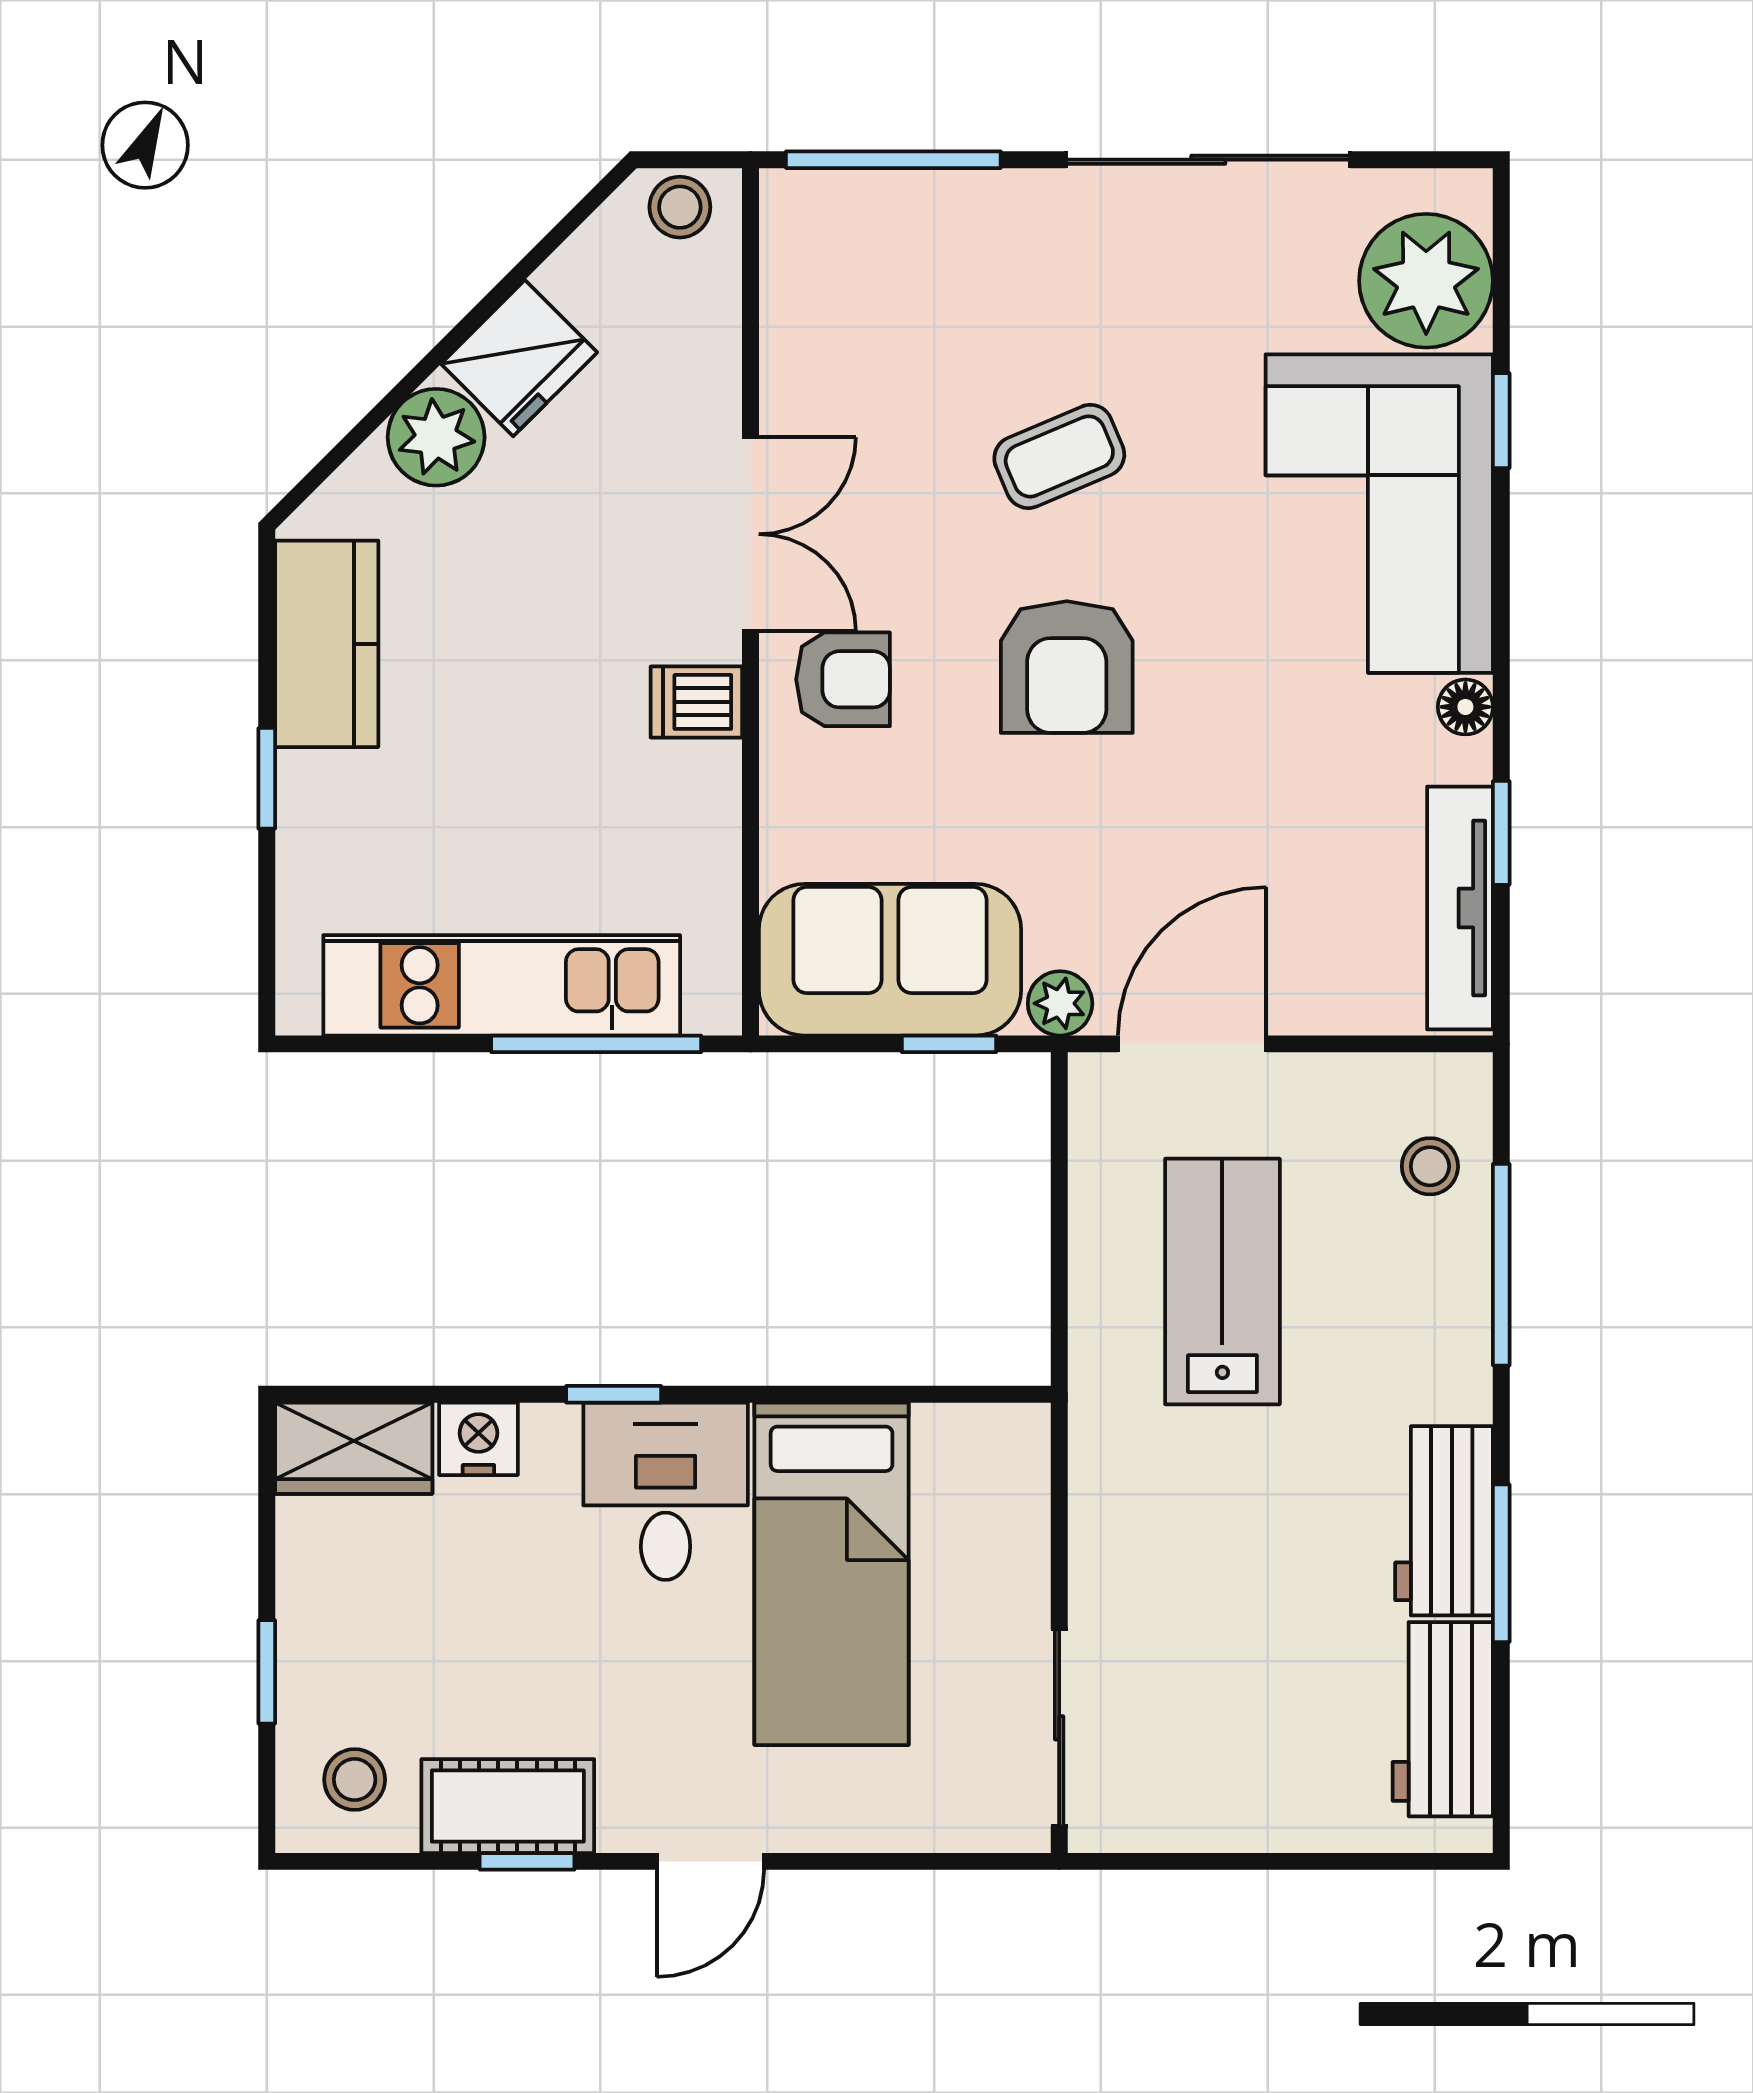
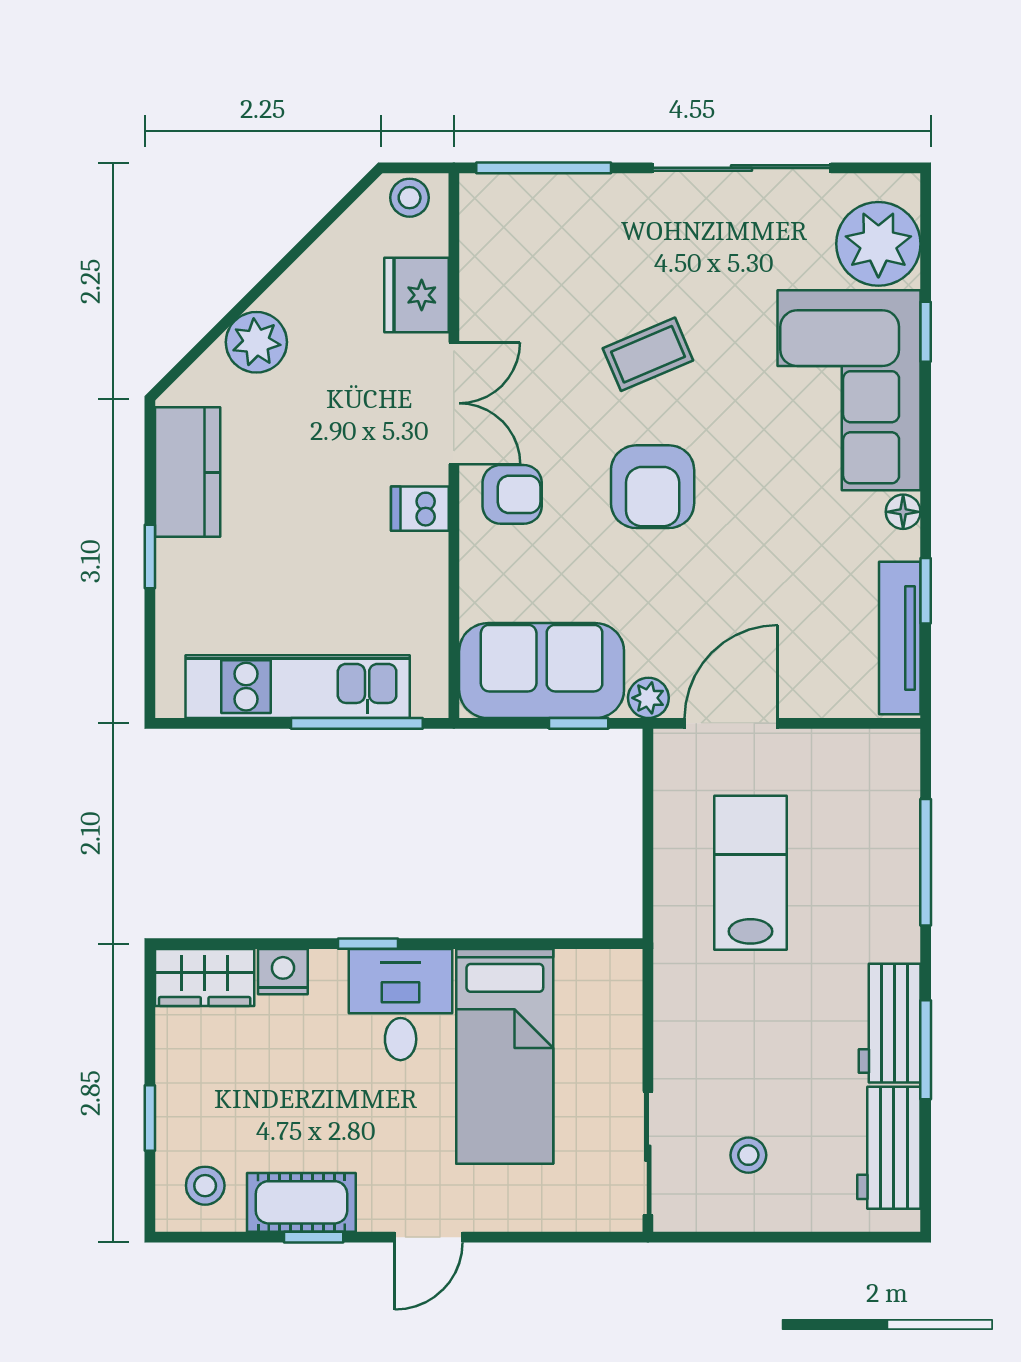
fridge: (519, 358) -> (417, 295), moved, turned 135
stool: (1430, 1166) -> (748, 1155), moved

